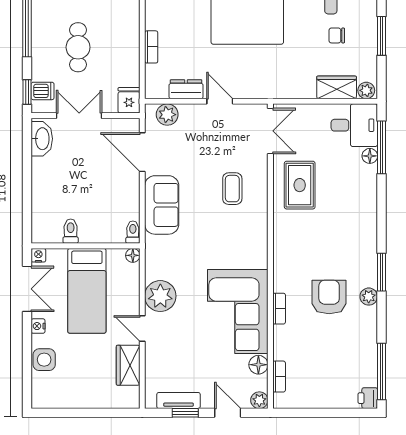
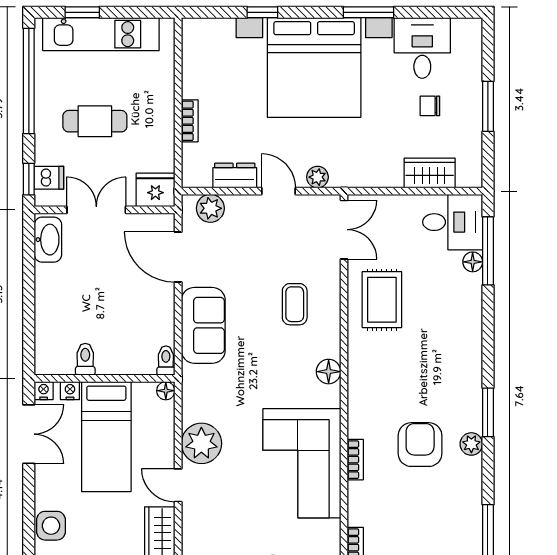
cafe table: (78, 47) -> (95, 121), turned 90
plant: (366, 90) -> (317, 177), moved
fridge: (129, 100) -> (155, 190), width x1.38
nightstand: (38, 326) -> (70, 391), moved, turned 90
floor lamp: (258, 365) -> (329, 372), moved

